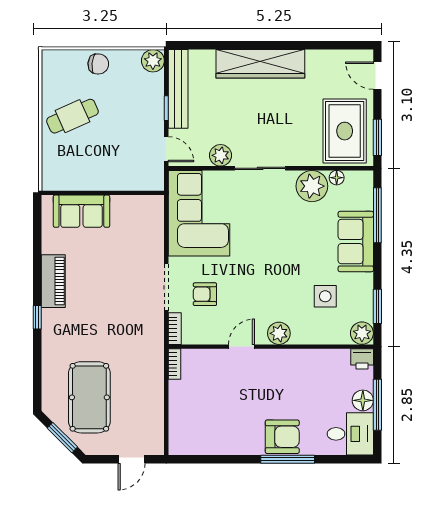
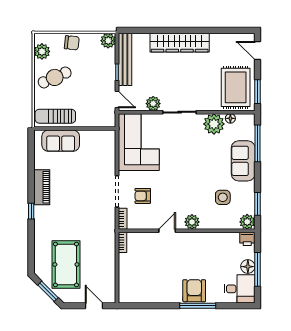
plant: (53, 77) -> (42, 51), added
sun lounger: (73, 174) -> (55, 116), added
armchair: (282, 437) -> (194, 291), turned -90
door: (132, 459) -> (94, 306), swing flipped

